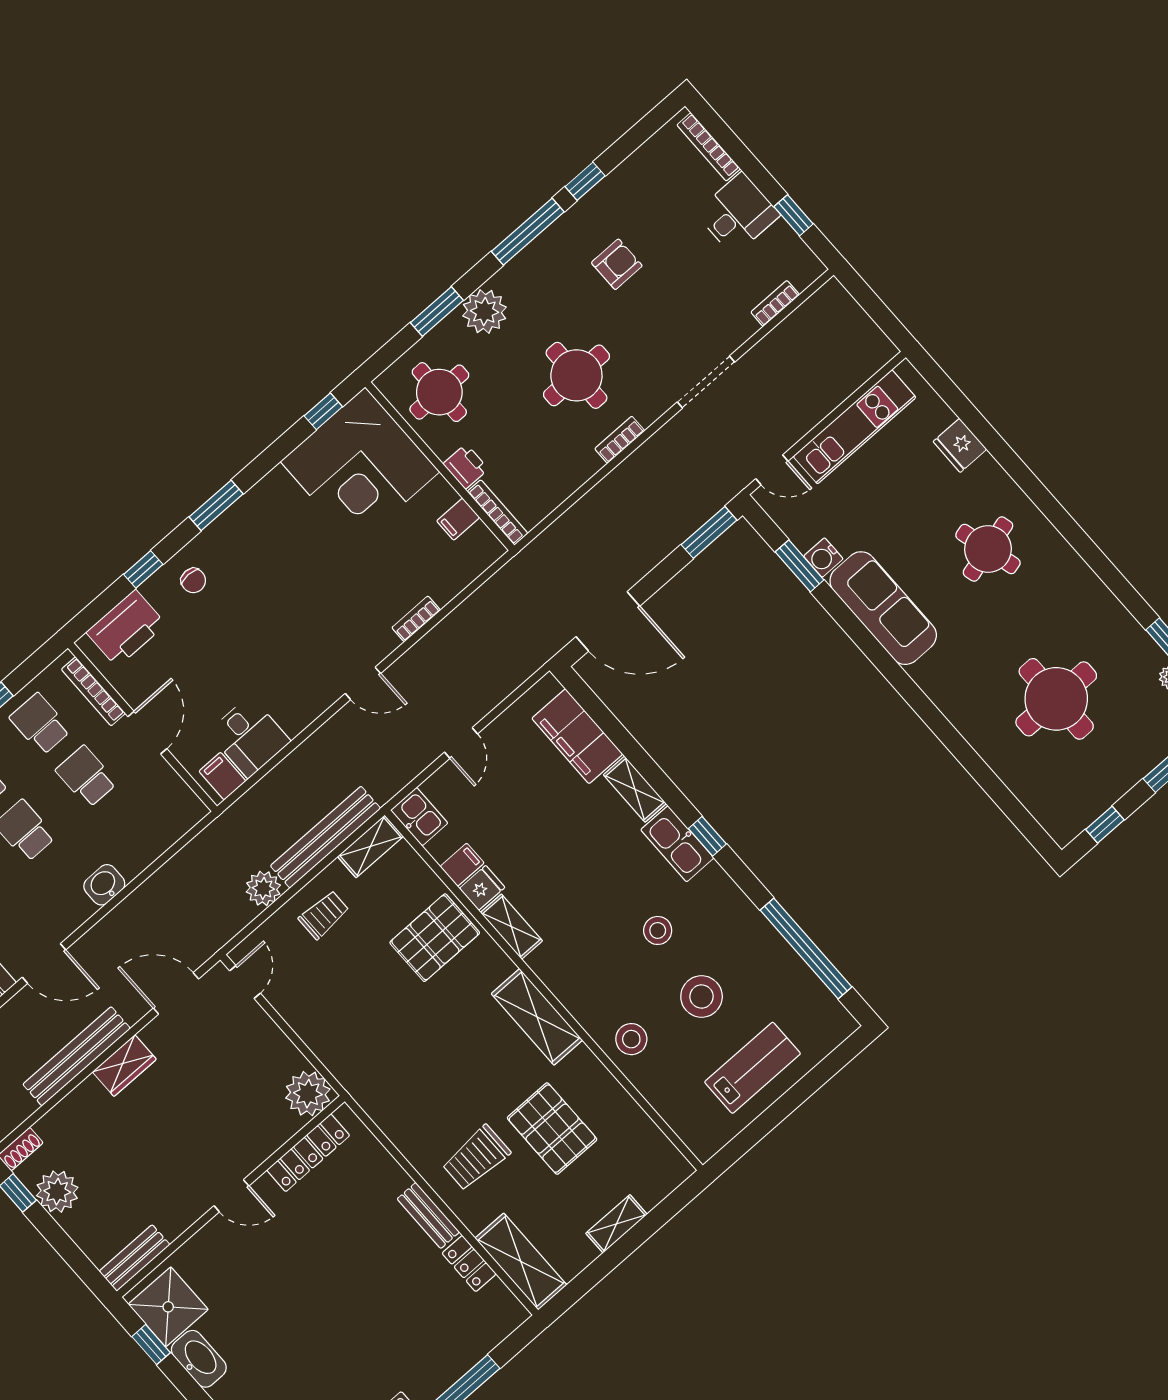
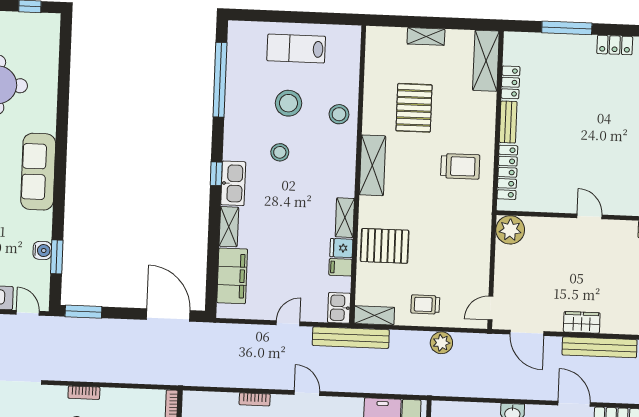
sofa: (883, 608) -> (38, 172), moved
bench: (325, 837) -> (351, 338), moved
locker: (308, 1153) -> (507, 172), moved, turned 90
trolley: (476, 1158) -> (460, 166), moved

